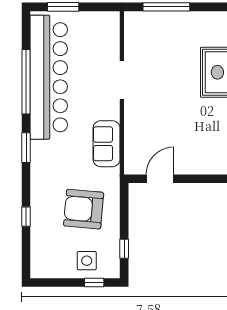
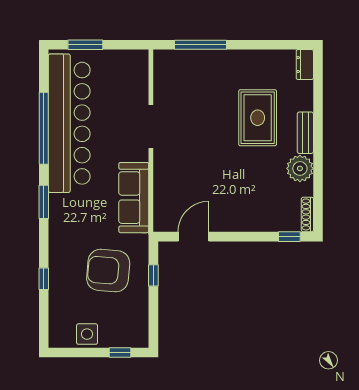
sofa: (107, 144) -> (134, 198), width x1.36
window: (124, 249) -> (153, 275), moved
side table: (87, 261) -> (87, 334), moved

